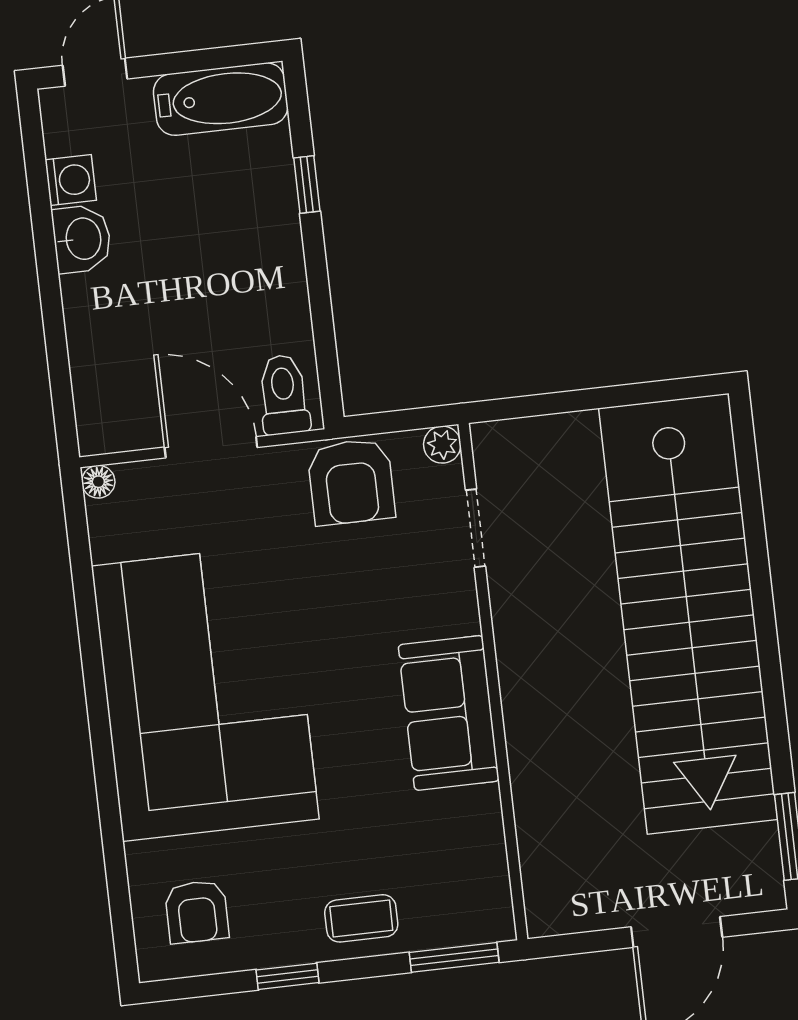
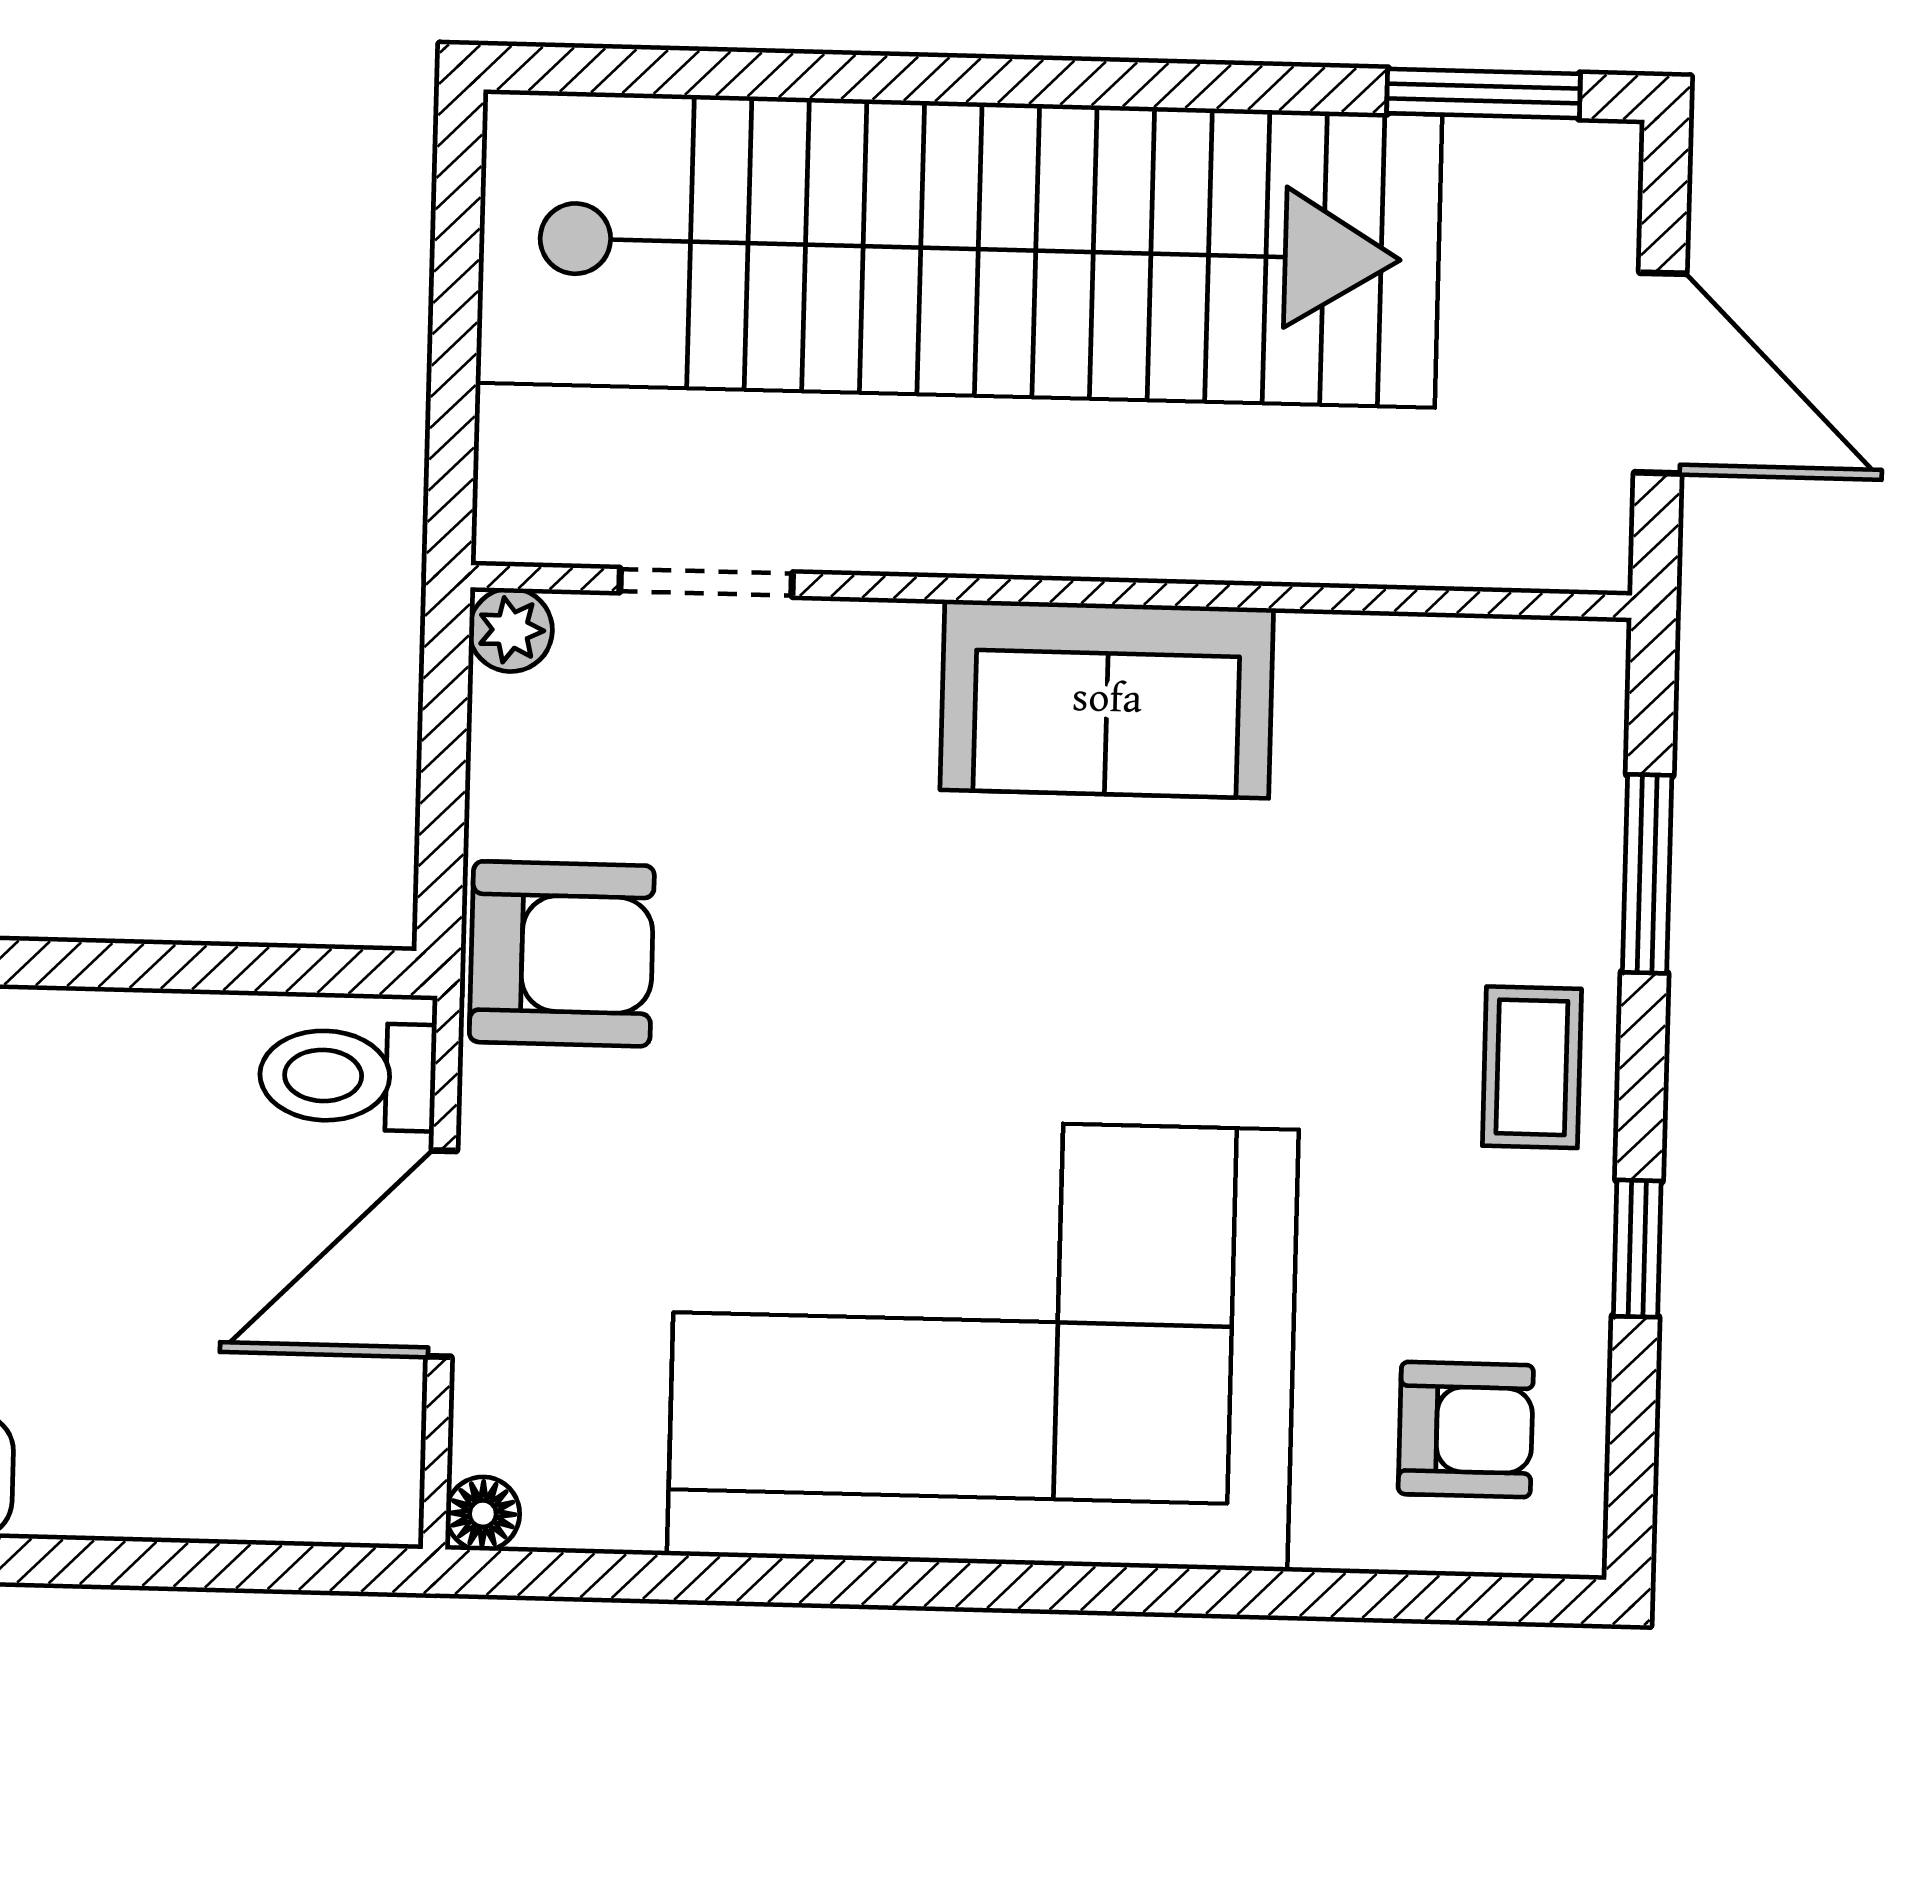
plant: (442, 445) -> (511, 630), moved
doorway: (475, 528) -> (706, 582), moved
wall: (493, 682) -> (1051, 591), moved
sofa: (449, 713) -> (1107, 699), moved

